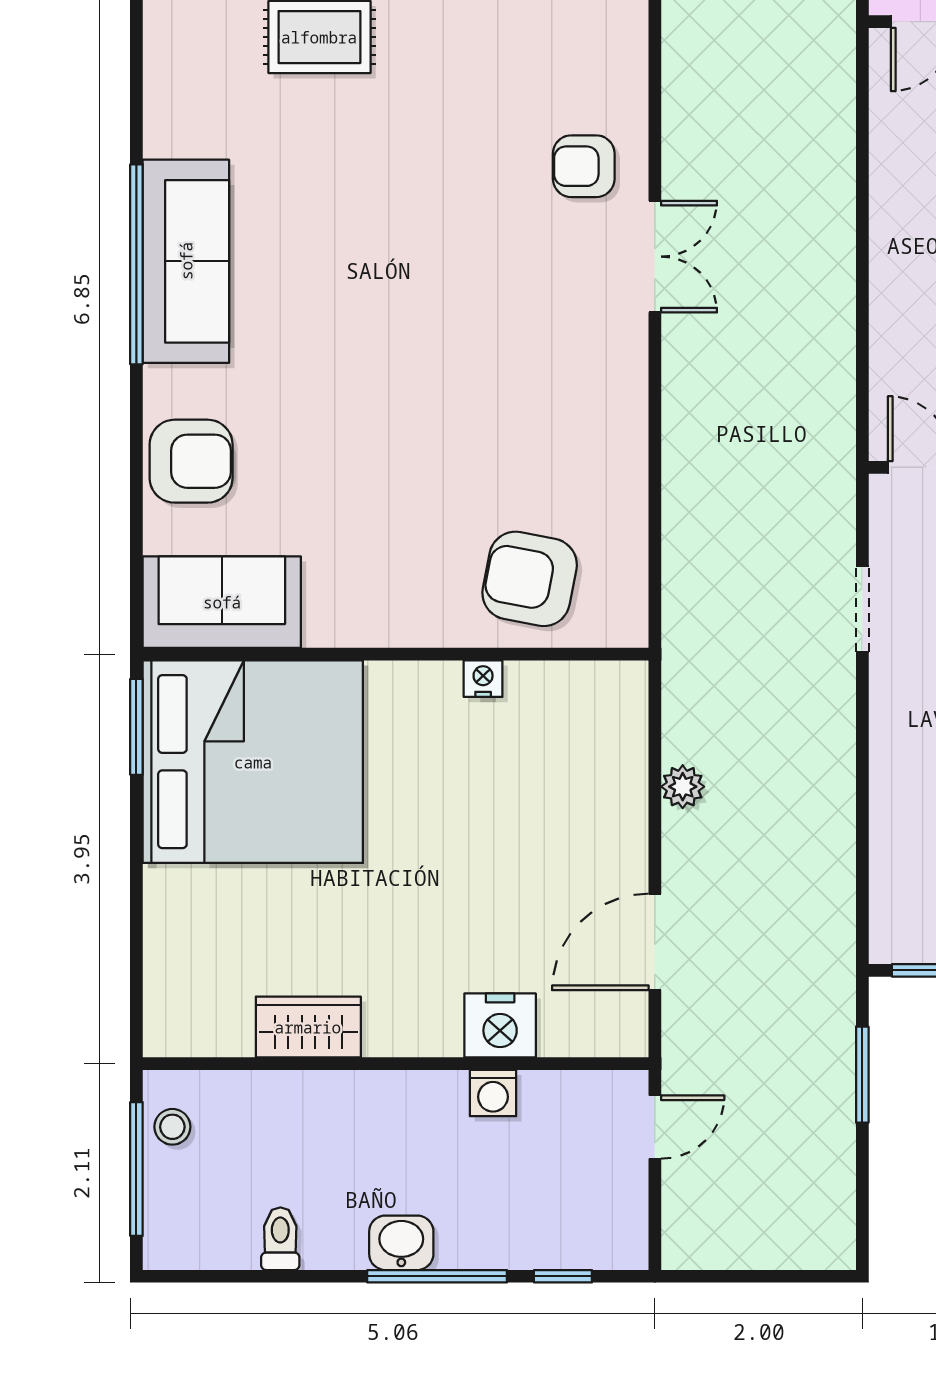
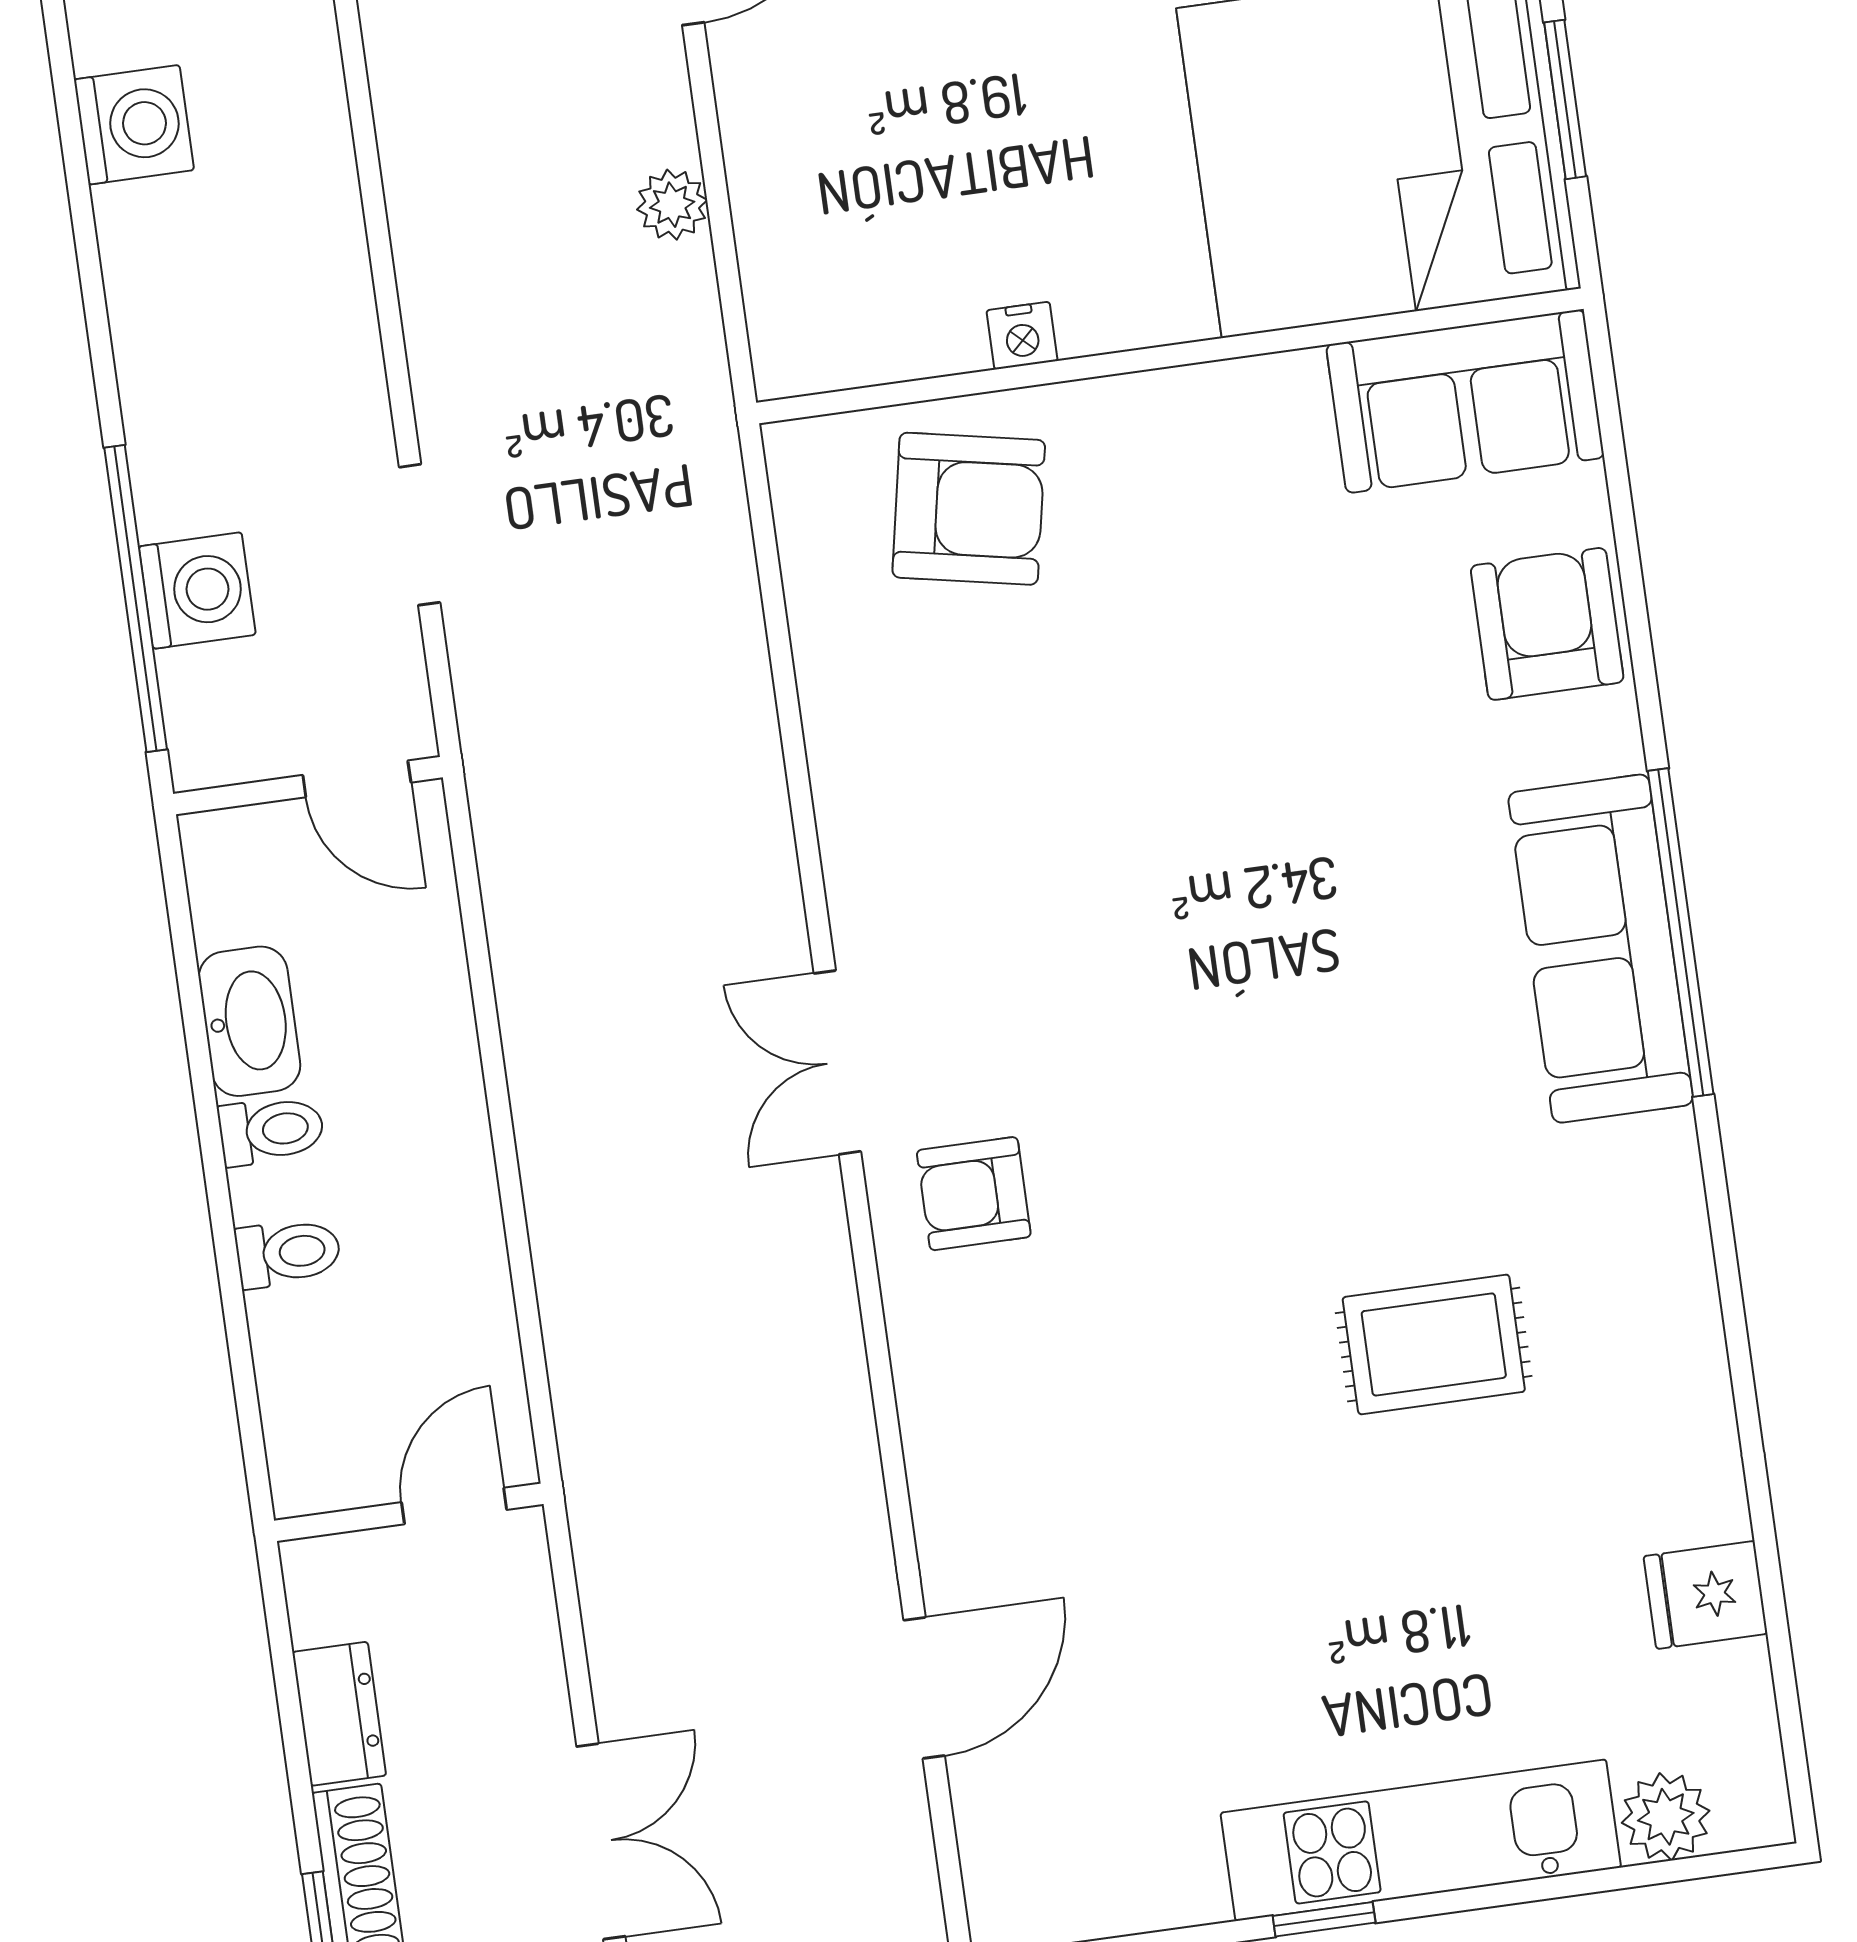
armchair: (584, 166) -> (974, 1194), turned 180
armchair: (191, 461) -> (1547, 624), turned 90
window: (136, 727) -> (1565, 99), moved

